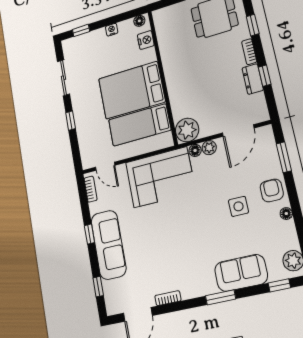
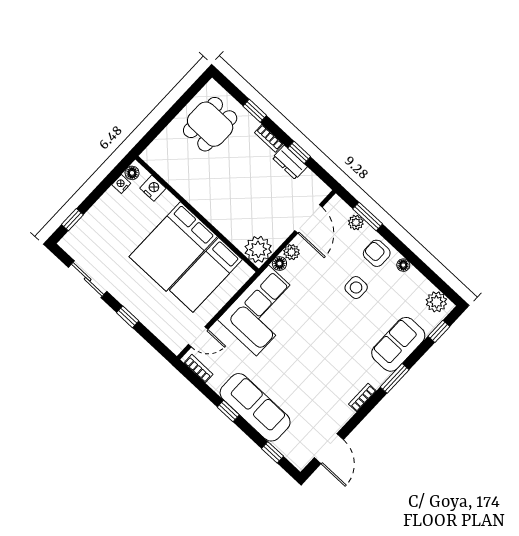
nightstand: (112, 30) -> (121, 184), moved
plant: (272, 156) -> (356, 222), added
bookcase: (168, 298) -> (362, 398), moved

